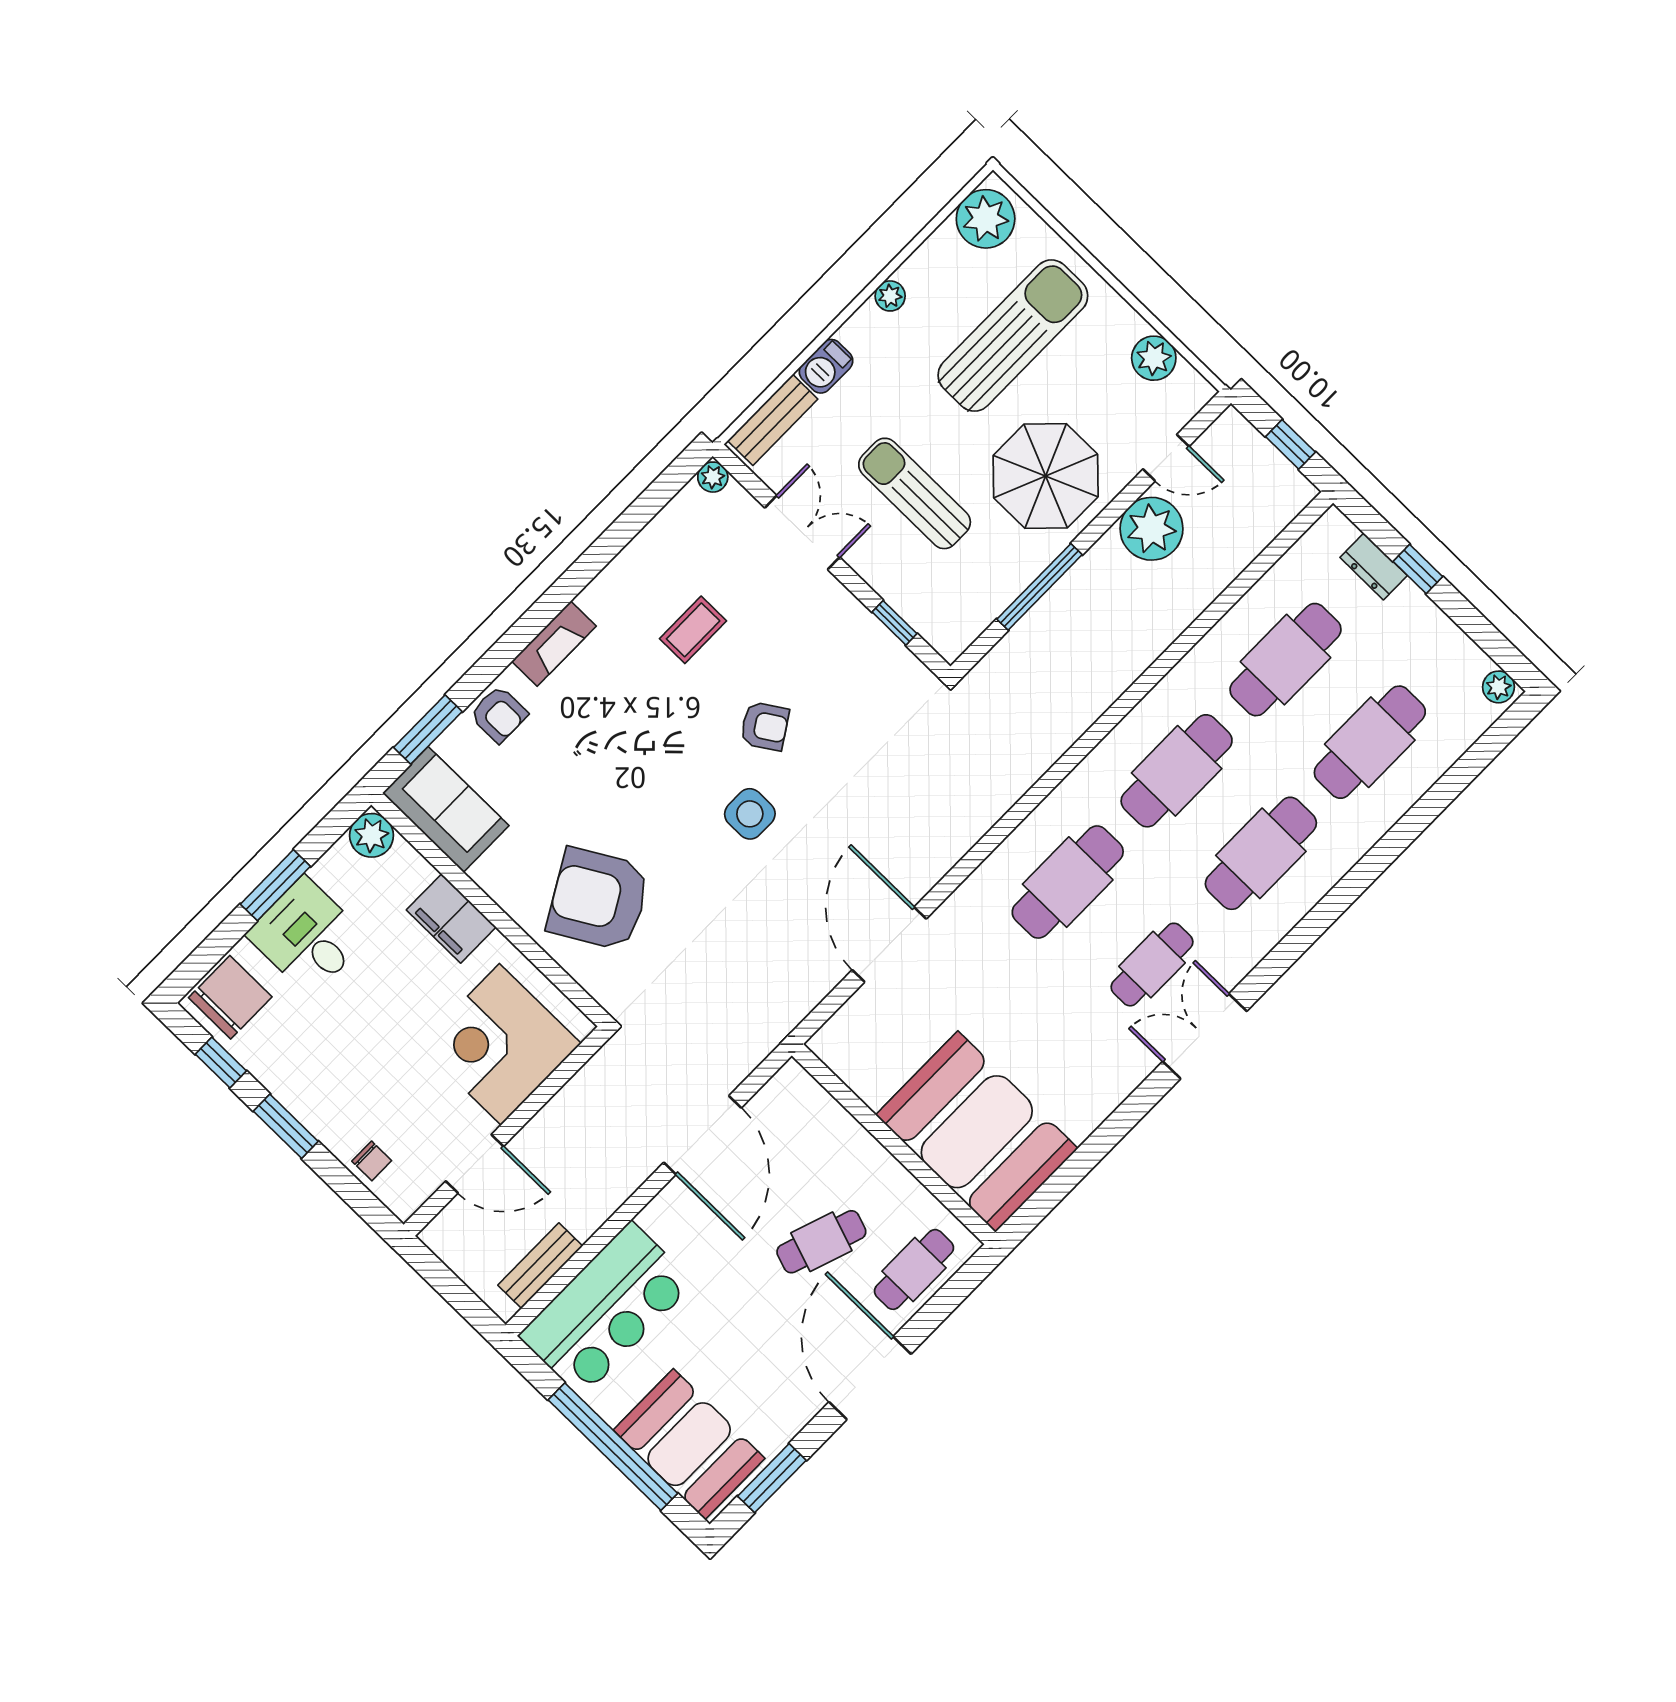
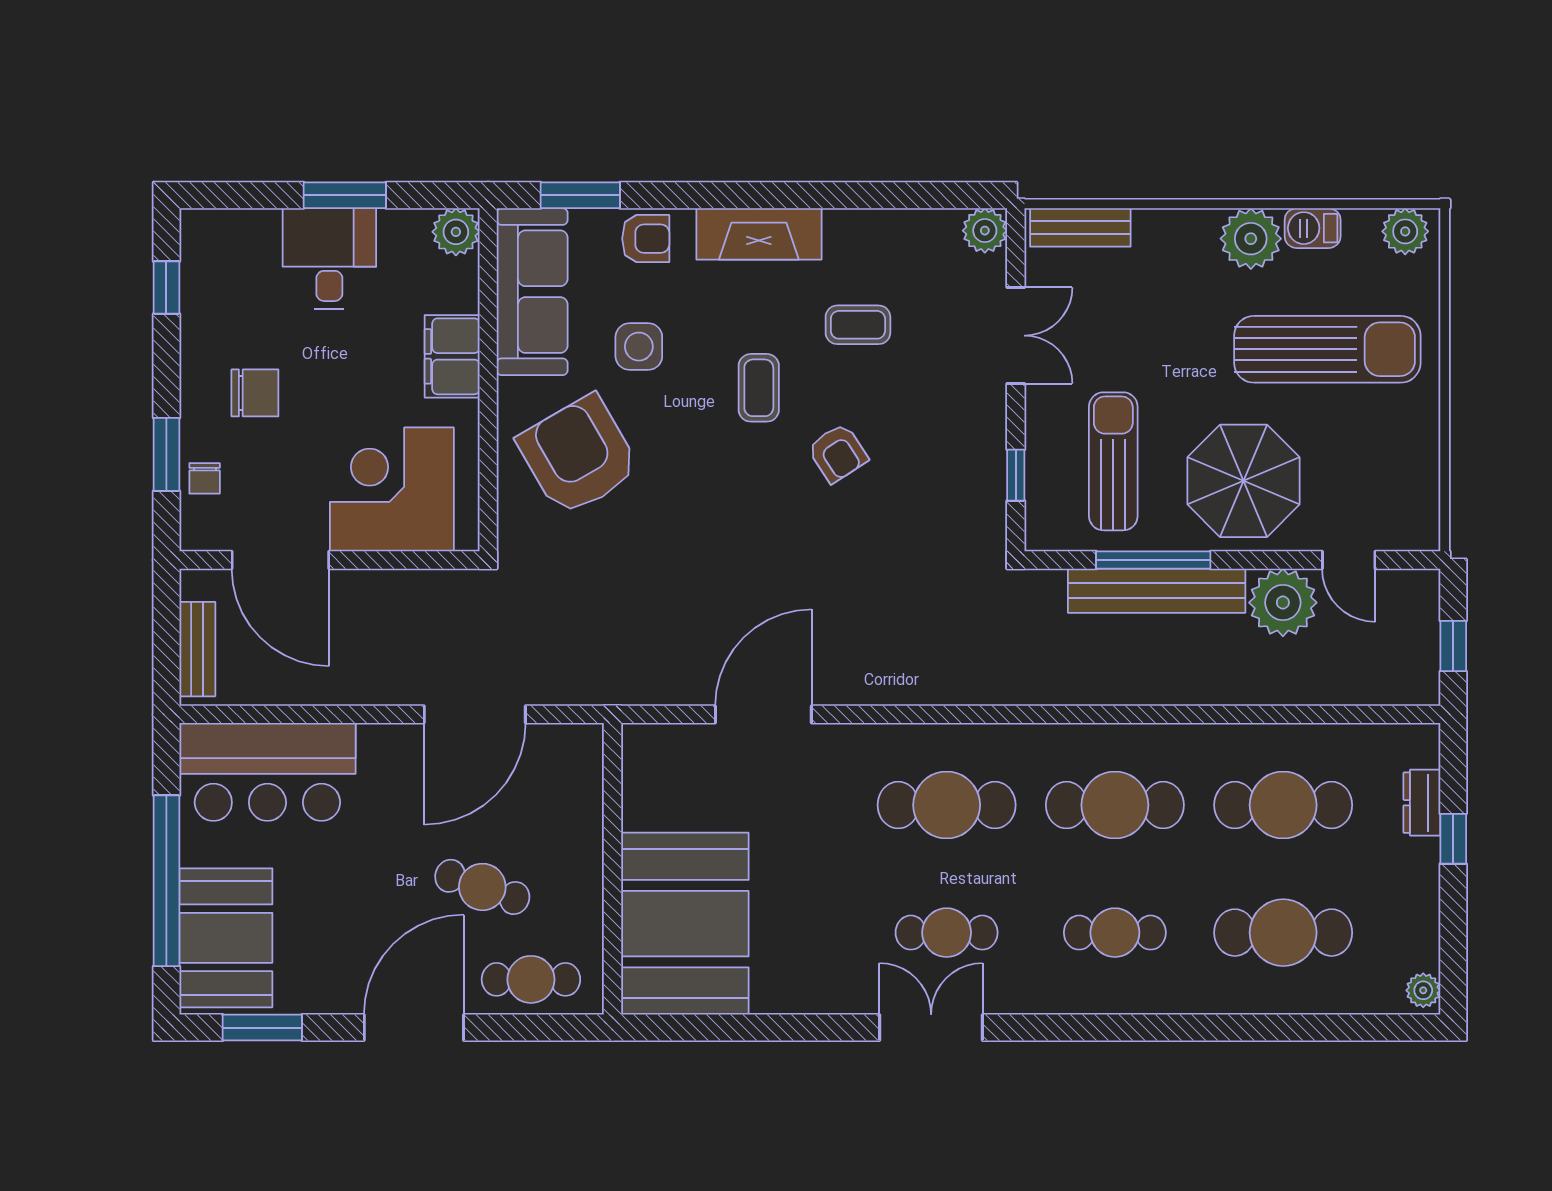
plant: (986, 219) -> (1405, 231), width x0.73, depth x0.73
plant: (890, 296) -> (1251, 239), width x1.88, depth x1.88
plant: (1154, 358) -> (1416, 475), removed
barbecue: (826, 366) -> (1313, 228), moved
plant: (713, 477) -> (985, 231), width x1.38, depth x1.38
sun lounger: (915, 493) -> (1113, 461), moved
bench: (1062, 604) -> (1157, 591), added
fireplace: (554, 644) -> (759, 234), width x1.37, depth x1.32
armchair: (499, 714) -> (646, 239), turned -90
coffee table: (671, 736) -> (759, 388), added
sofa: (446, 809) -> (532, 292), width x1.36
side table: (750, 814) -> (639, 347), moved
cafe table: (1261, 853) -> (1115, 933), width x0.73, depth x0.74
chair: (230, 997) -> (255, 393), moved, width x0.73, depth x0.73
window: (286, 1126) -> (166, 454), moved
door: (475, 1164) -> (280, 560), width x1.36
bench: (540, 1266) -> (197, 649), moved, turned 90

